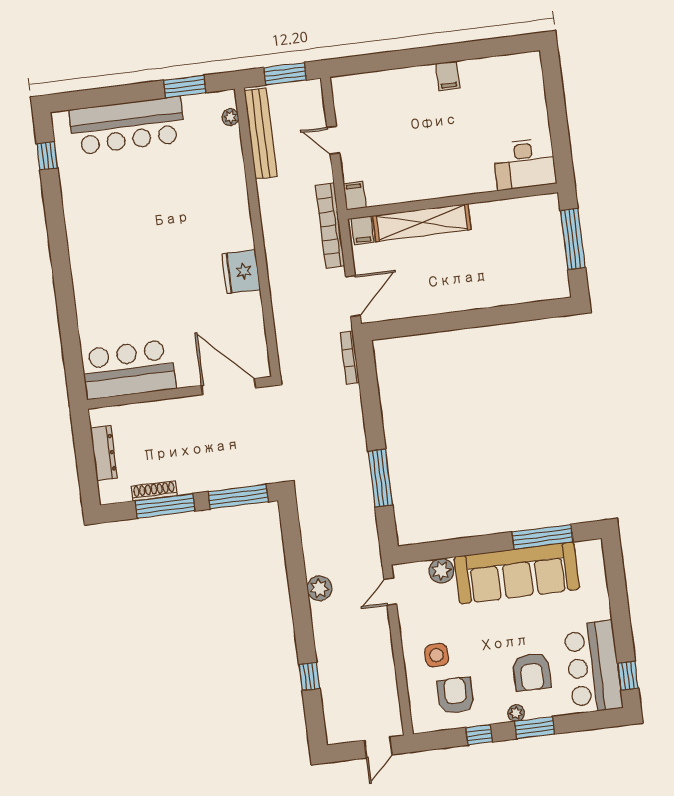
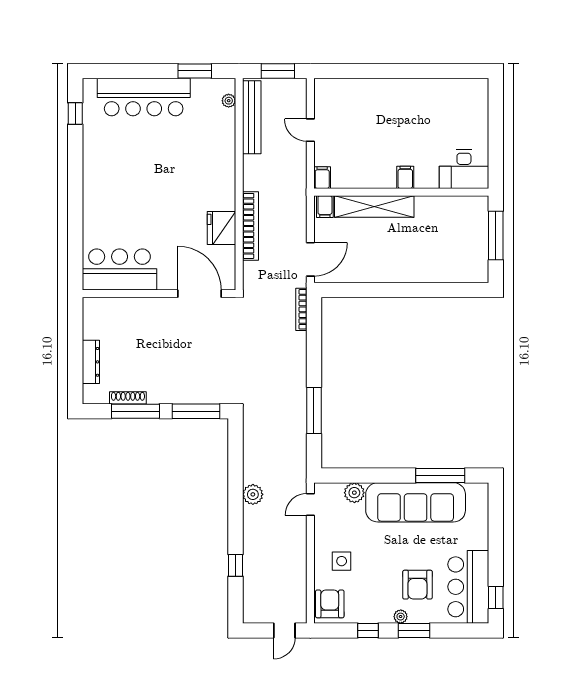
filing cabinet: (448, 76) -> (405, 177), moved, turned 180
bookcase: (330, 226) -> (250, 226), moved, turned 180
bar counter: (128, 370) -> (120, 269), moved
door: (228, 387) -> (199, 294), moved
wall: (180, 393) -> (159, 294), moved
armchair: (456, 696) -> (330, 604), moved

